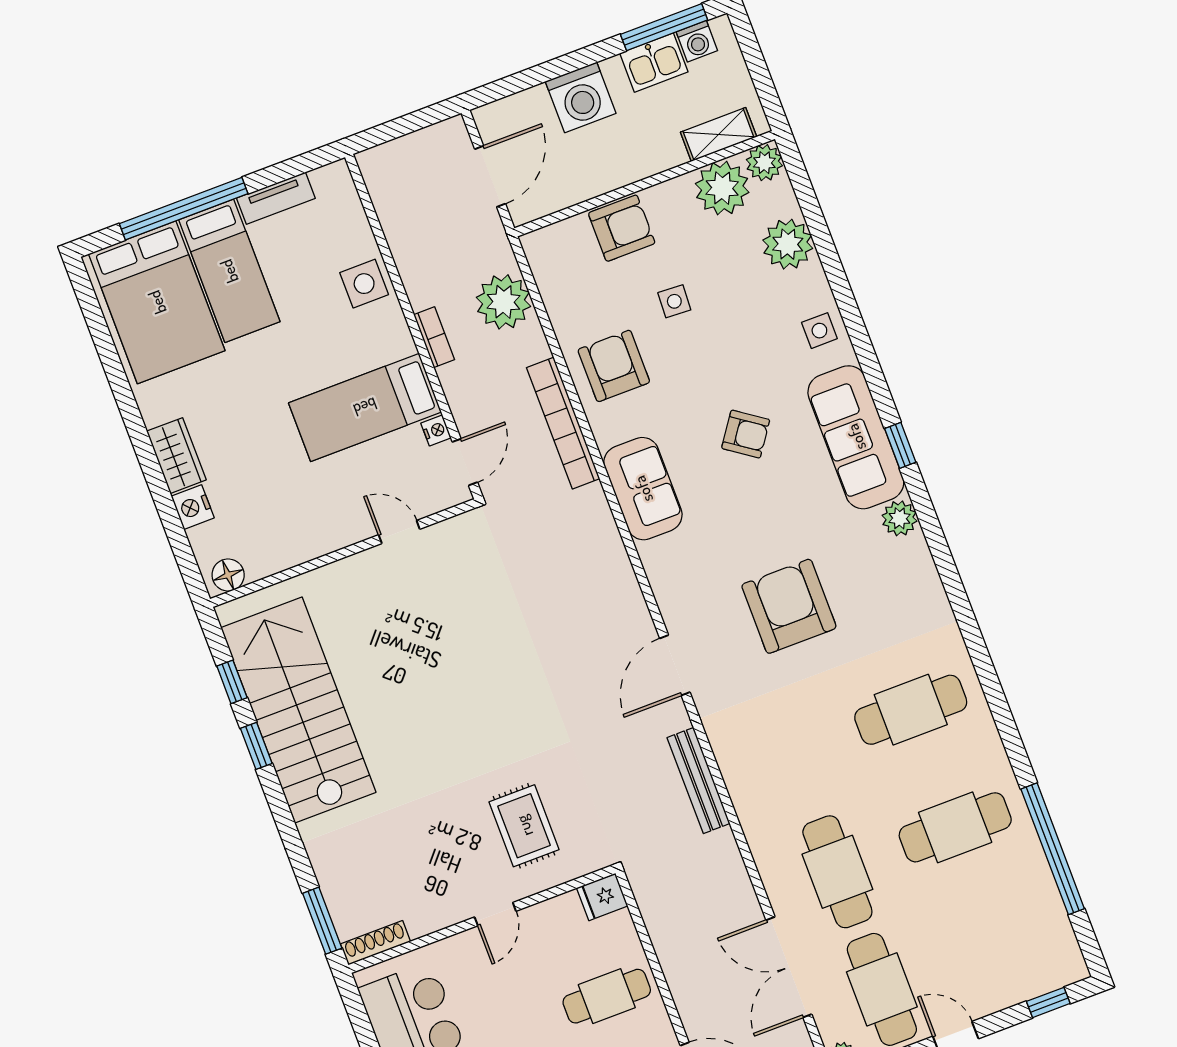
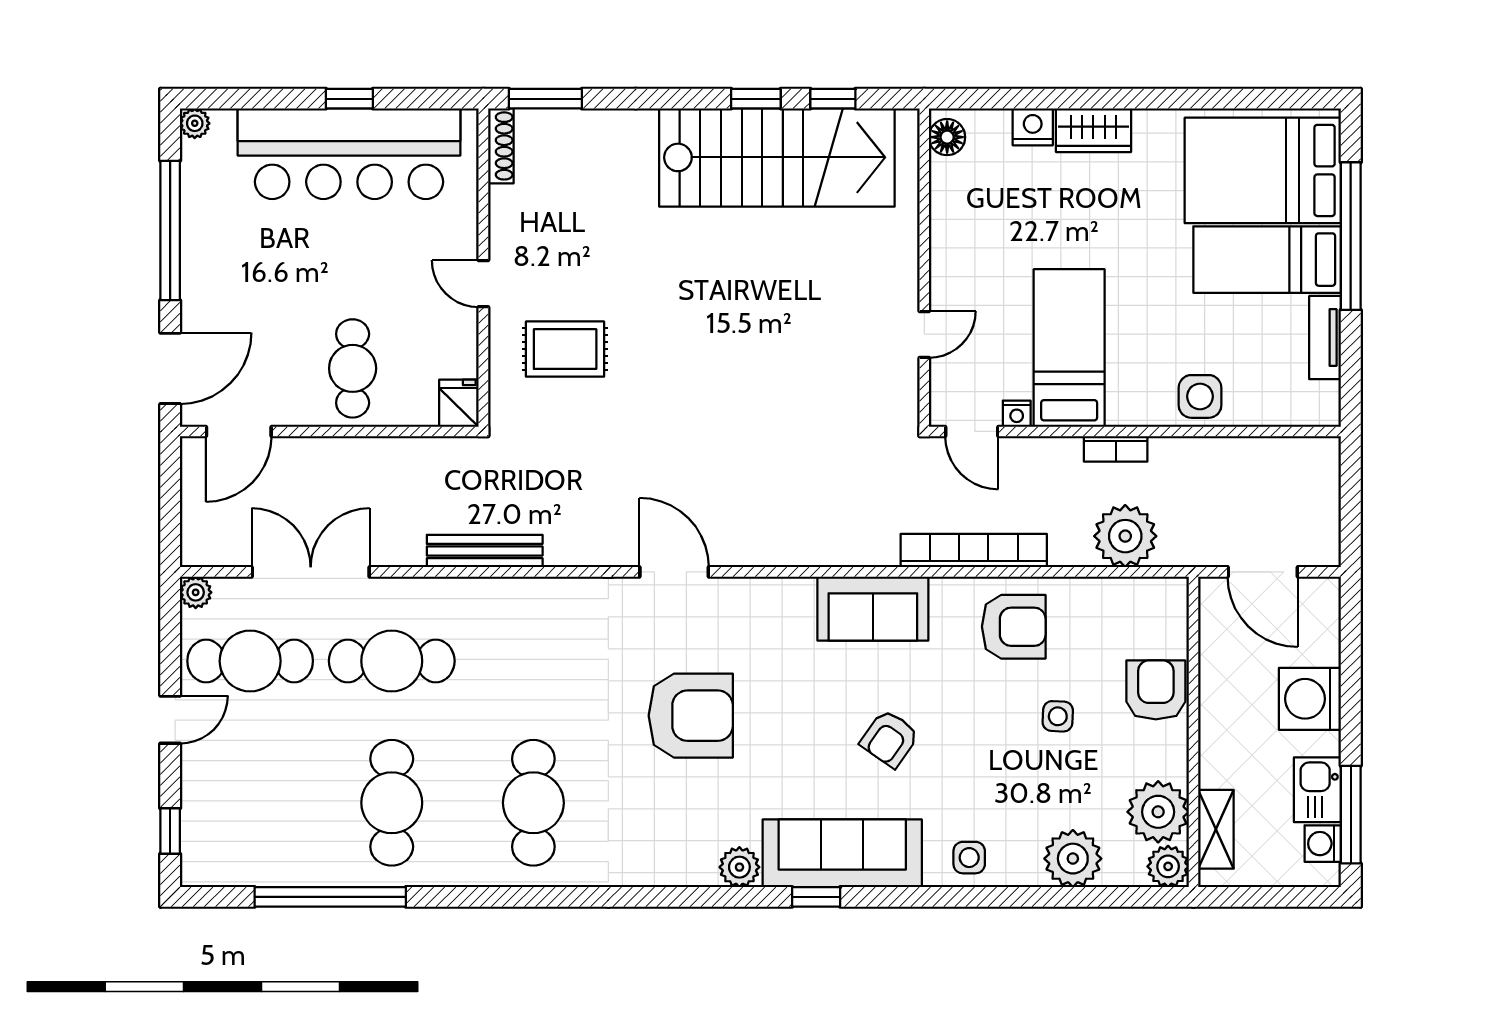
armchair: (622, 228) -> (1156, 690), turned 180
bench: (699, 780) -> (485, 551), moved

